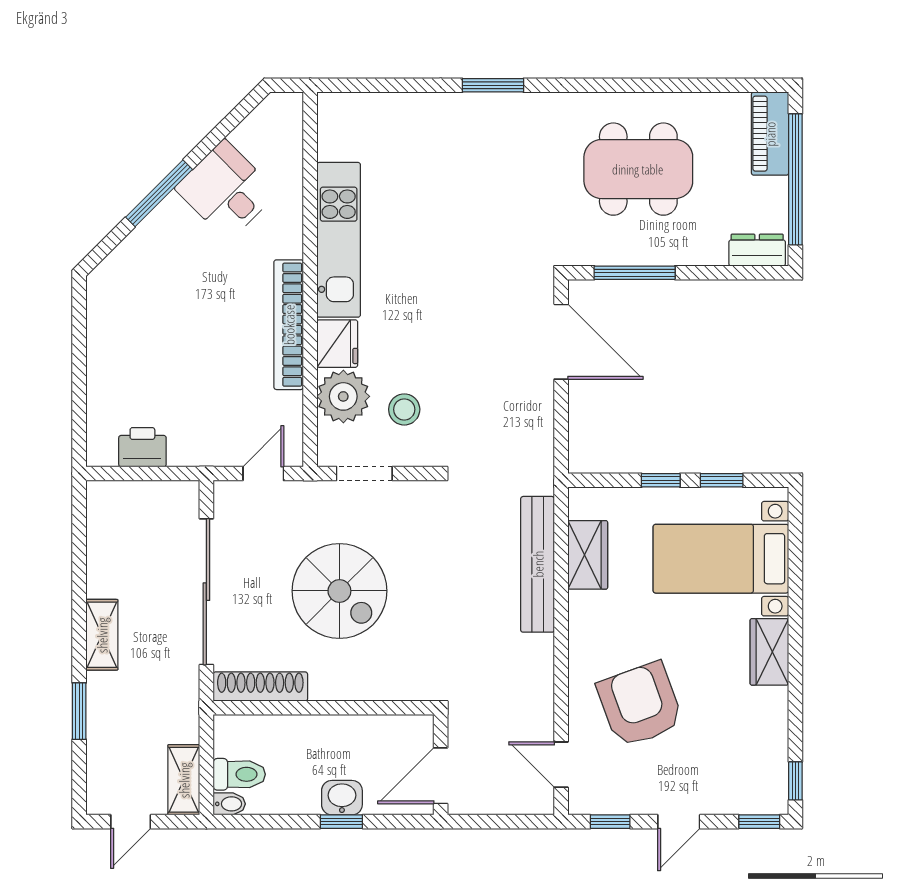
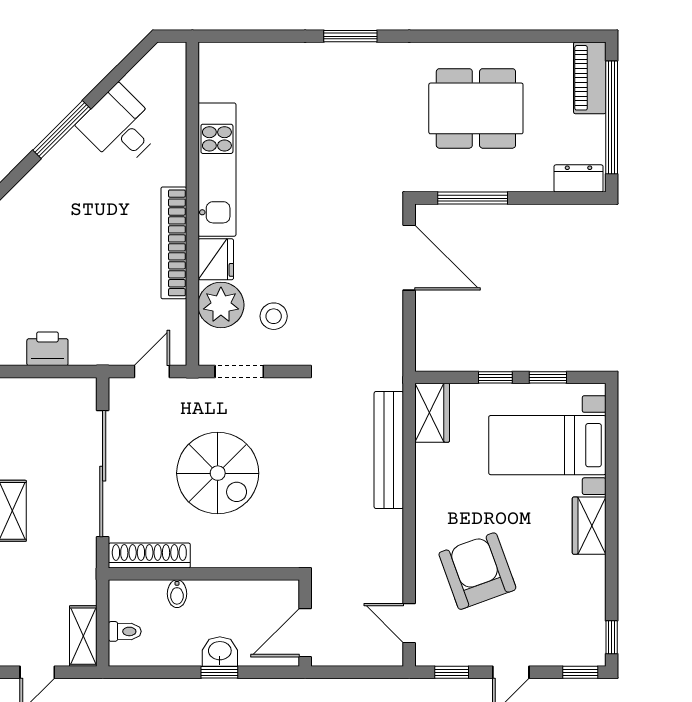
wardrobe: (588, 555) -> (432, 413), moved
toilet: (239, 774) -> (125, 631), width x0.73, depth x0.72
bidet: (229, 804) -> (177, 594), moved, turned 90

